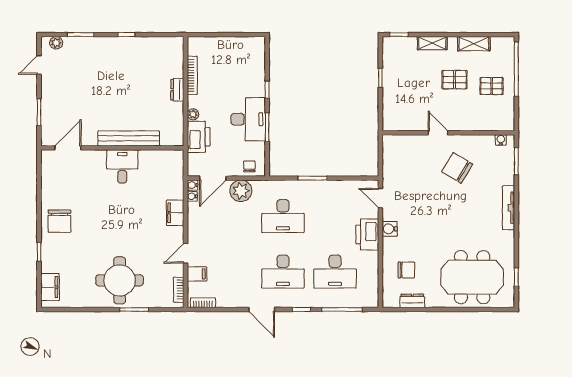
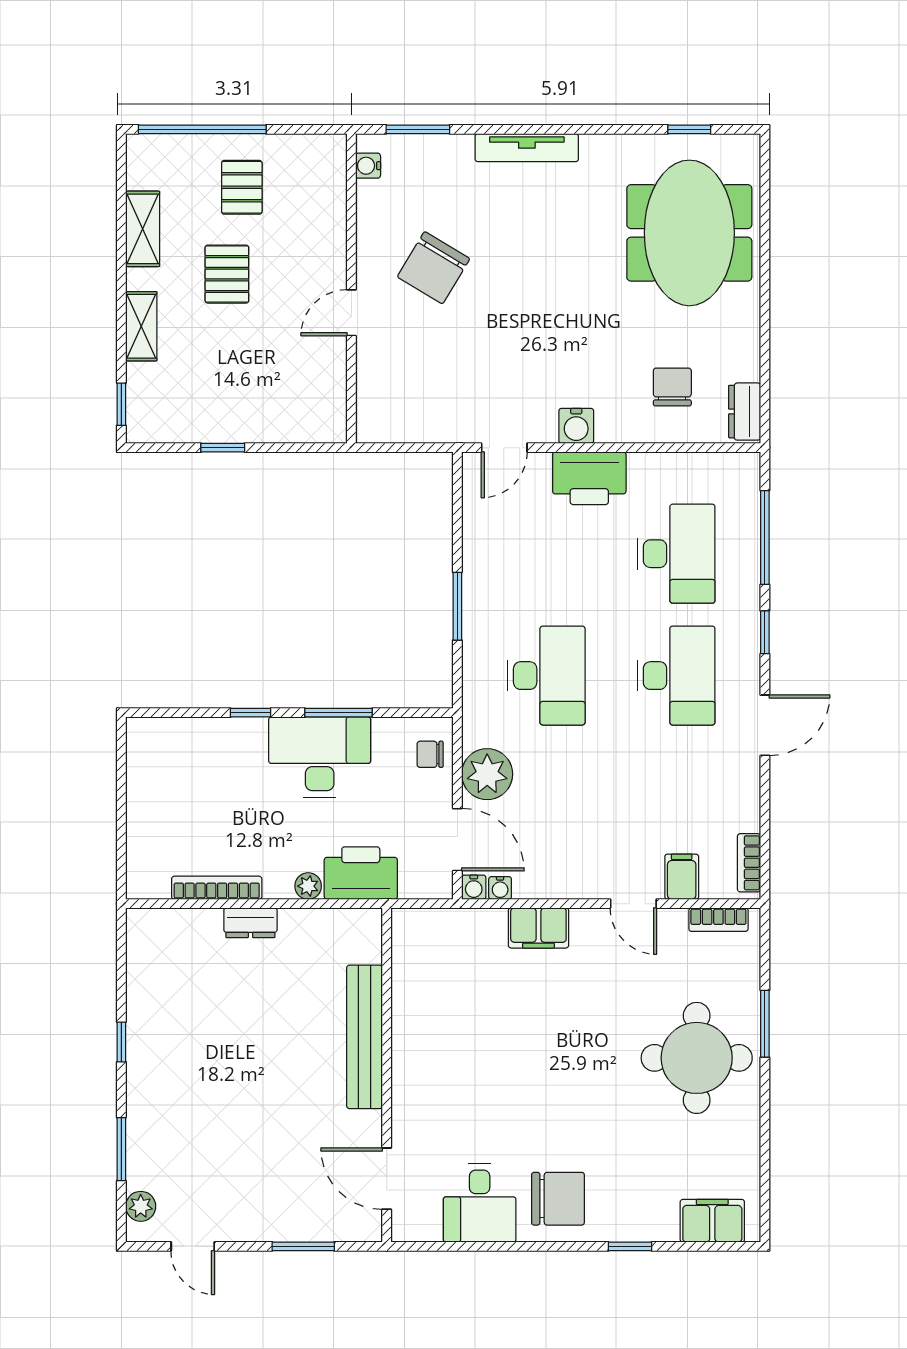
desk: (122, 166) -> (480, 1203), moved, turned -90
dresser: (412, 301) -> (745, 412), moved

